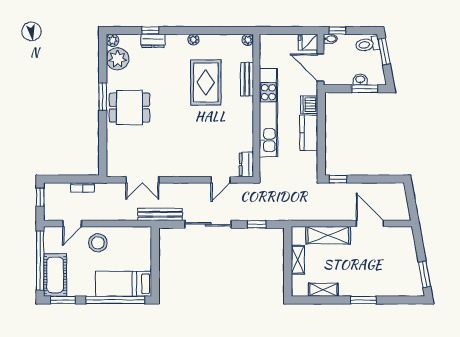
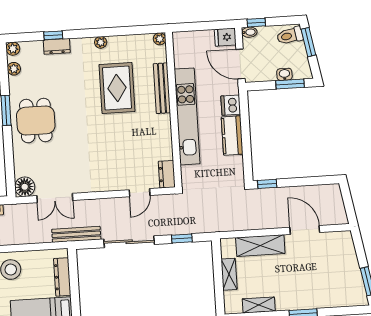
plant: (118, 59) -> (14, 69), width x0.53, depth x0.53
bench: (247, 79) -> (162, 88), width x1.36
dining table: (129, 108) -> (36, 121), turned 90
floor lamp: (115, 168) -> (25, 187), added
dresser: (145, 253) -> (62, 277), added

